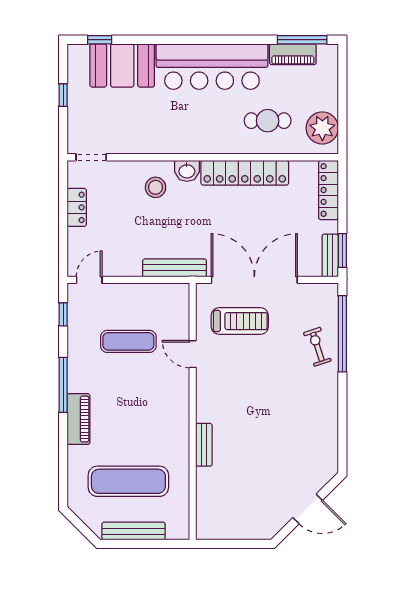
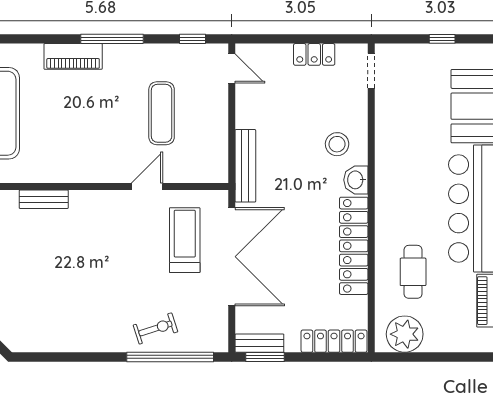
treadmill: (240, 321) -> (185, 240), turned 180

